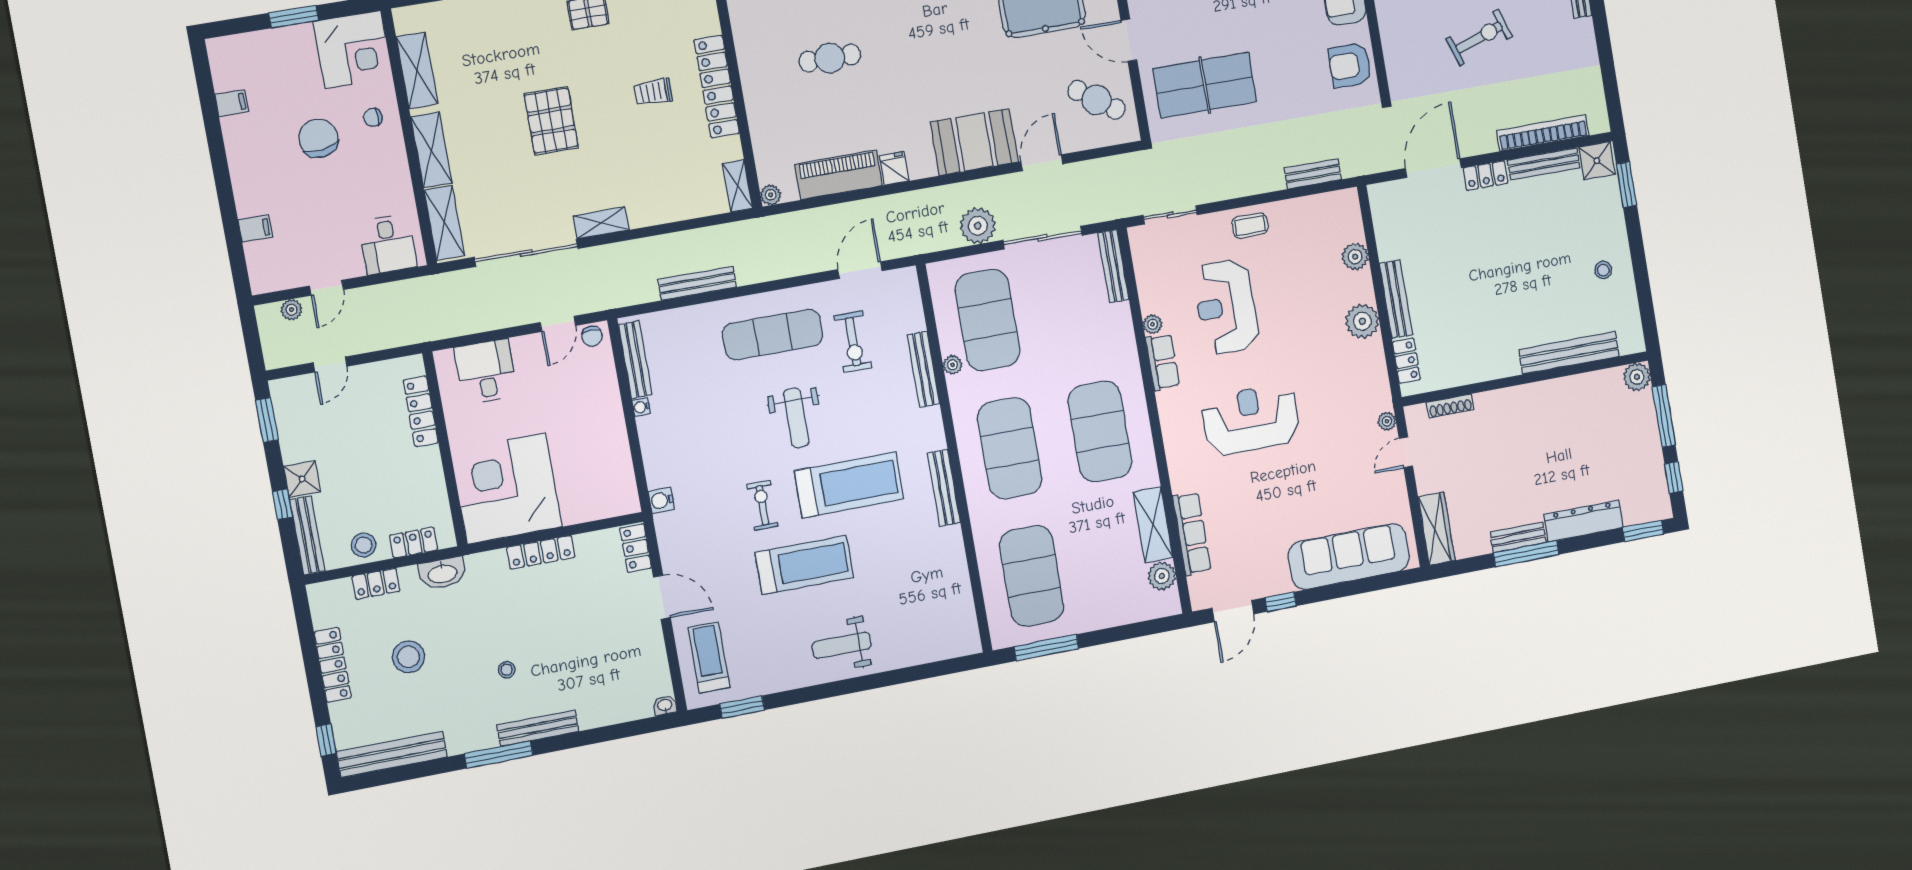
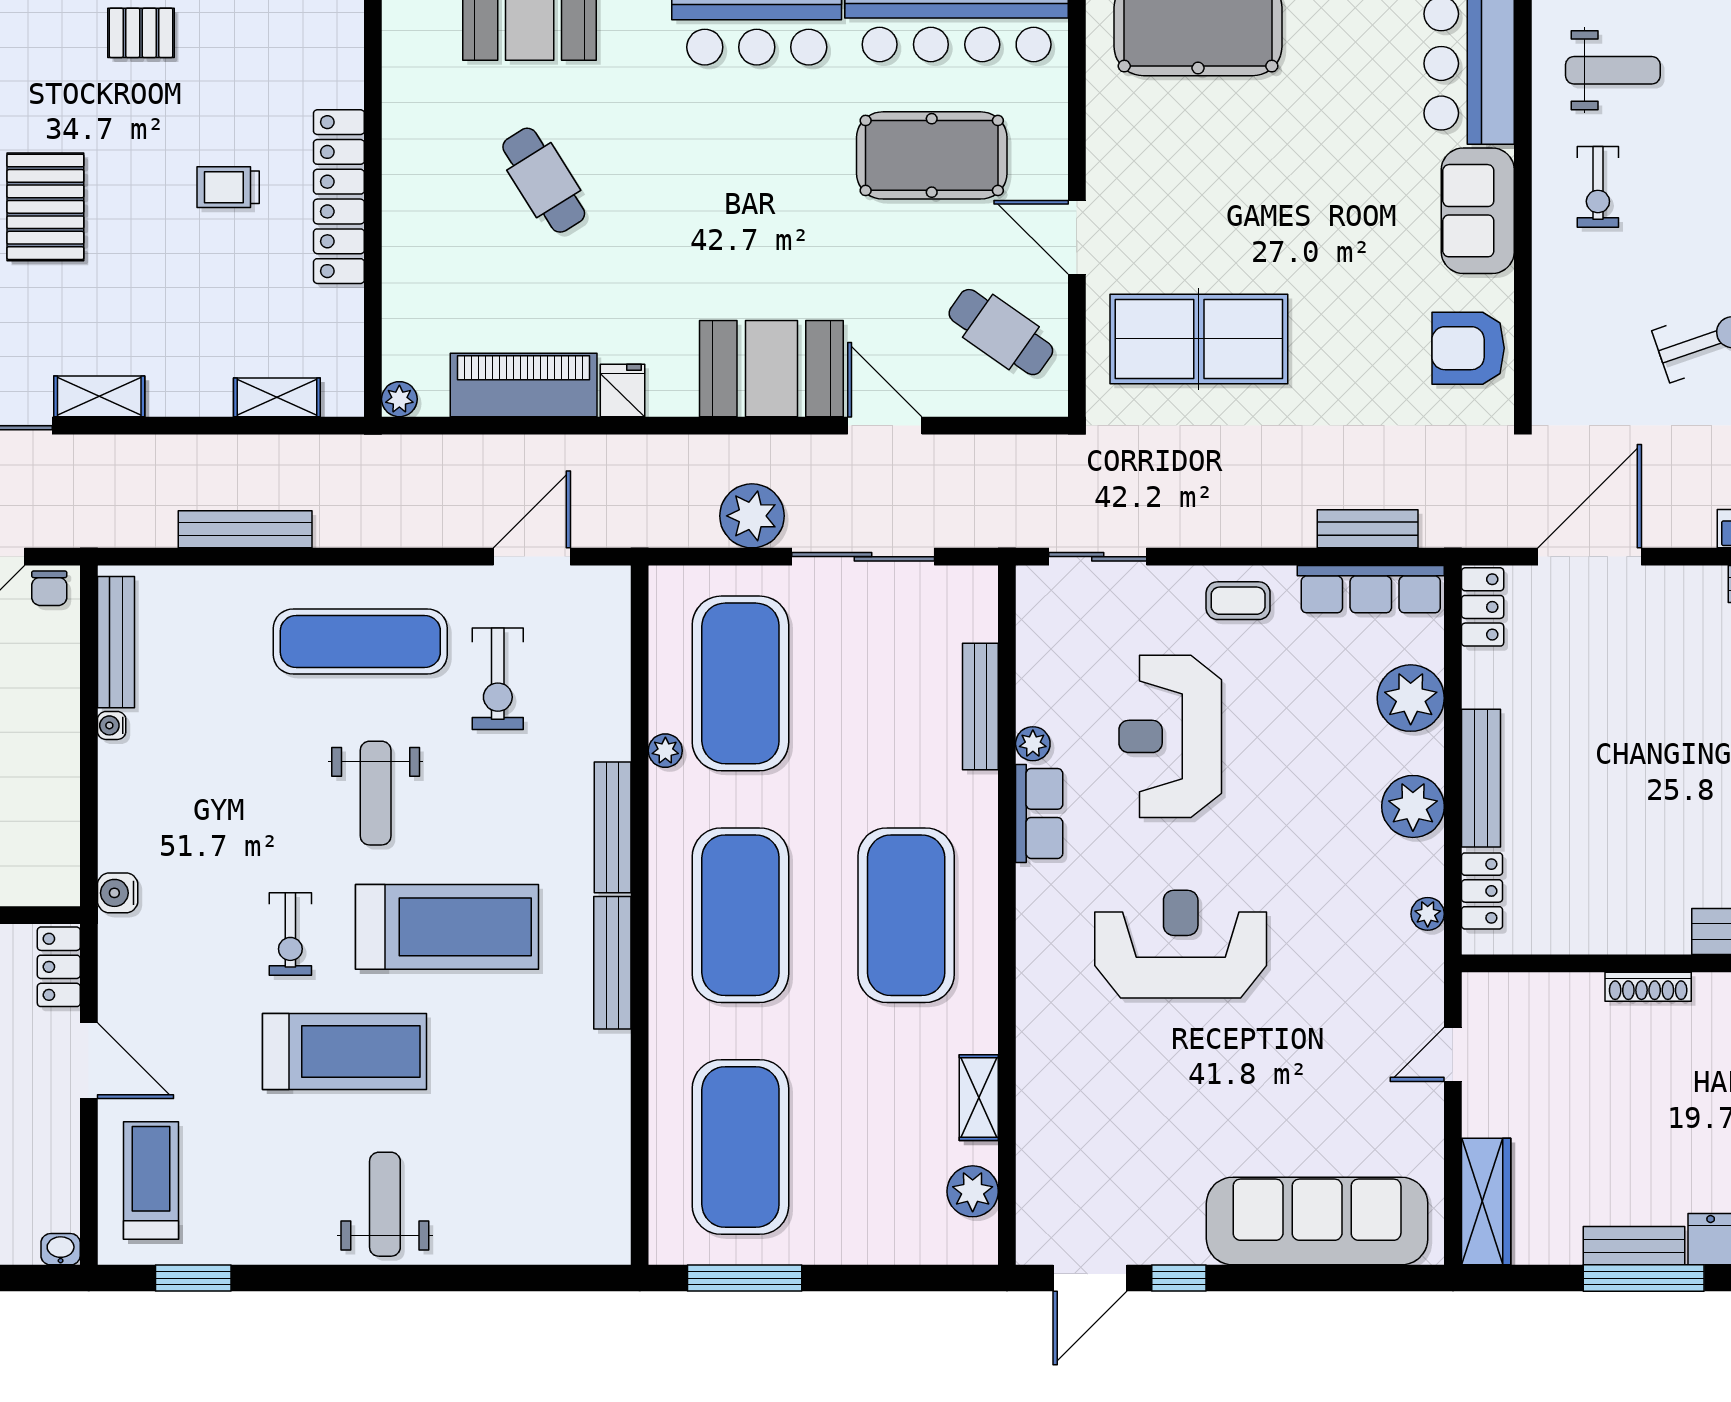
cafe table: (830, 58) -> (544, 180), turned 58
door: (1042, 163) -> (885, 426), hinge flipped
locker: (1485, 175) -> (1483, 607), moved, turned -90
shelving: (737, 186) -> (277, 397), moved, turned 90
plant: (1355, 257) -> (1411, 698), width x1.36, depth x1.36
bench: (1113, 266) -> (980, 707), moved
bench: (923, 369) -> (613, 827), moved
shoe rack: (1450, 406) -> (1648, 987), moved
plant: (1387, 421) -> (1428, 914), moved
exercise bike: (762, 505) -> (290, 934), turned 180
shelving: (1153, 525) -> (979, 1098), width x0.67, depth x0.75
row of seats: (1192, 534) -> (1371, 589), moved, turned 90
weight bench: (842, 645) -> (385, 1204), turned 90

